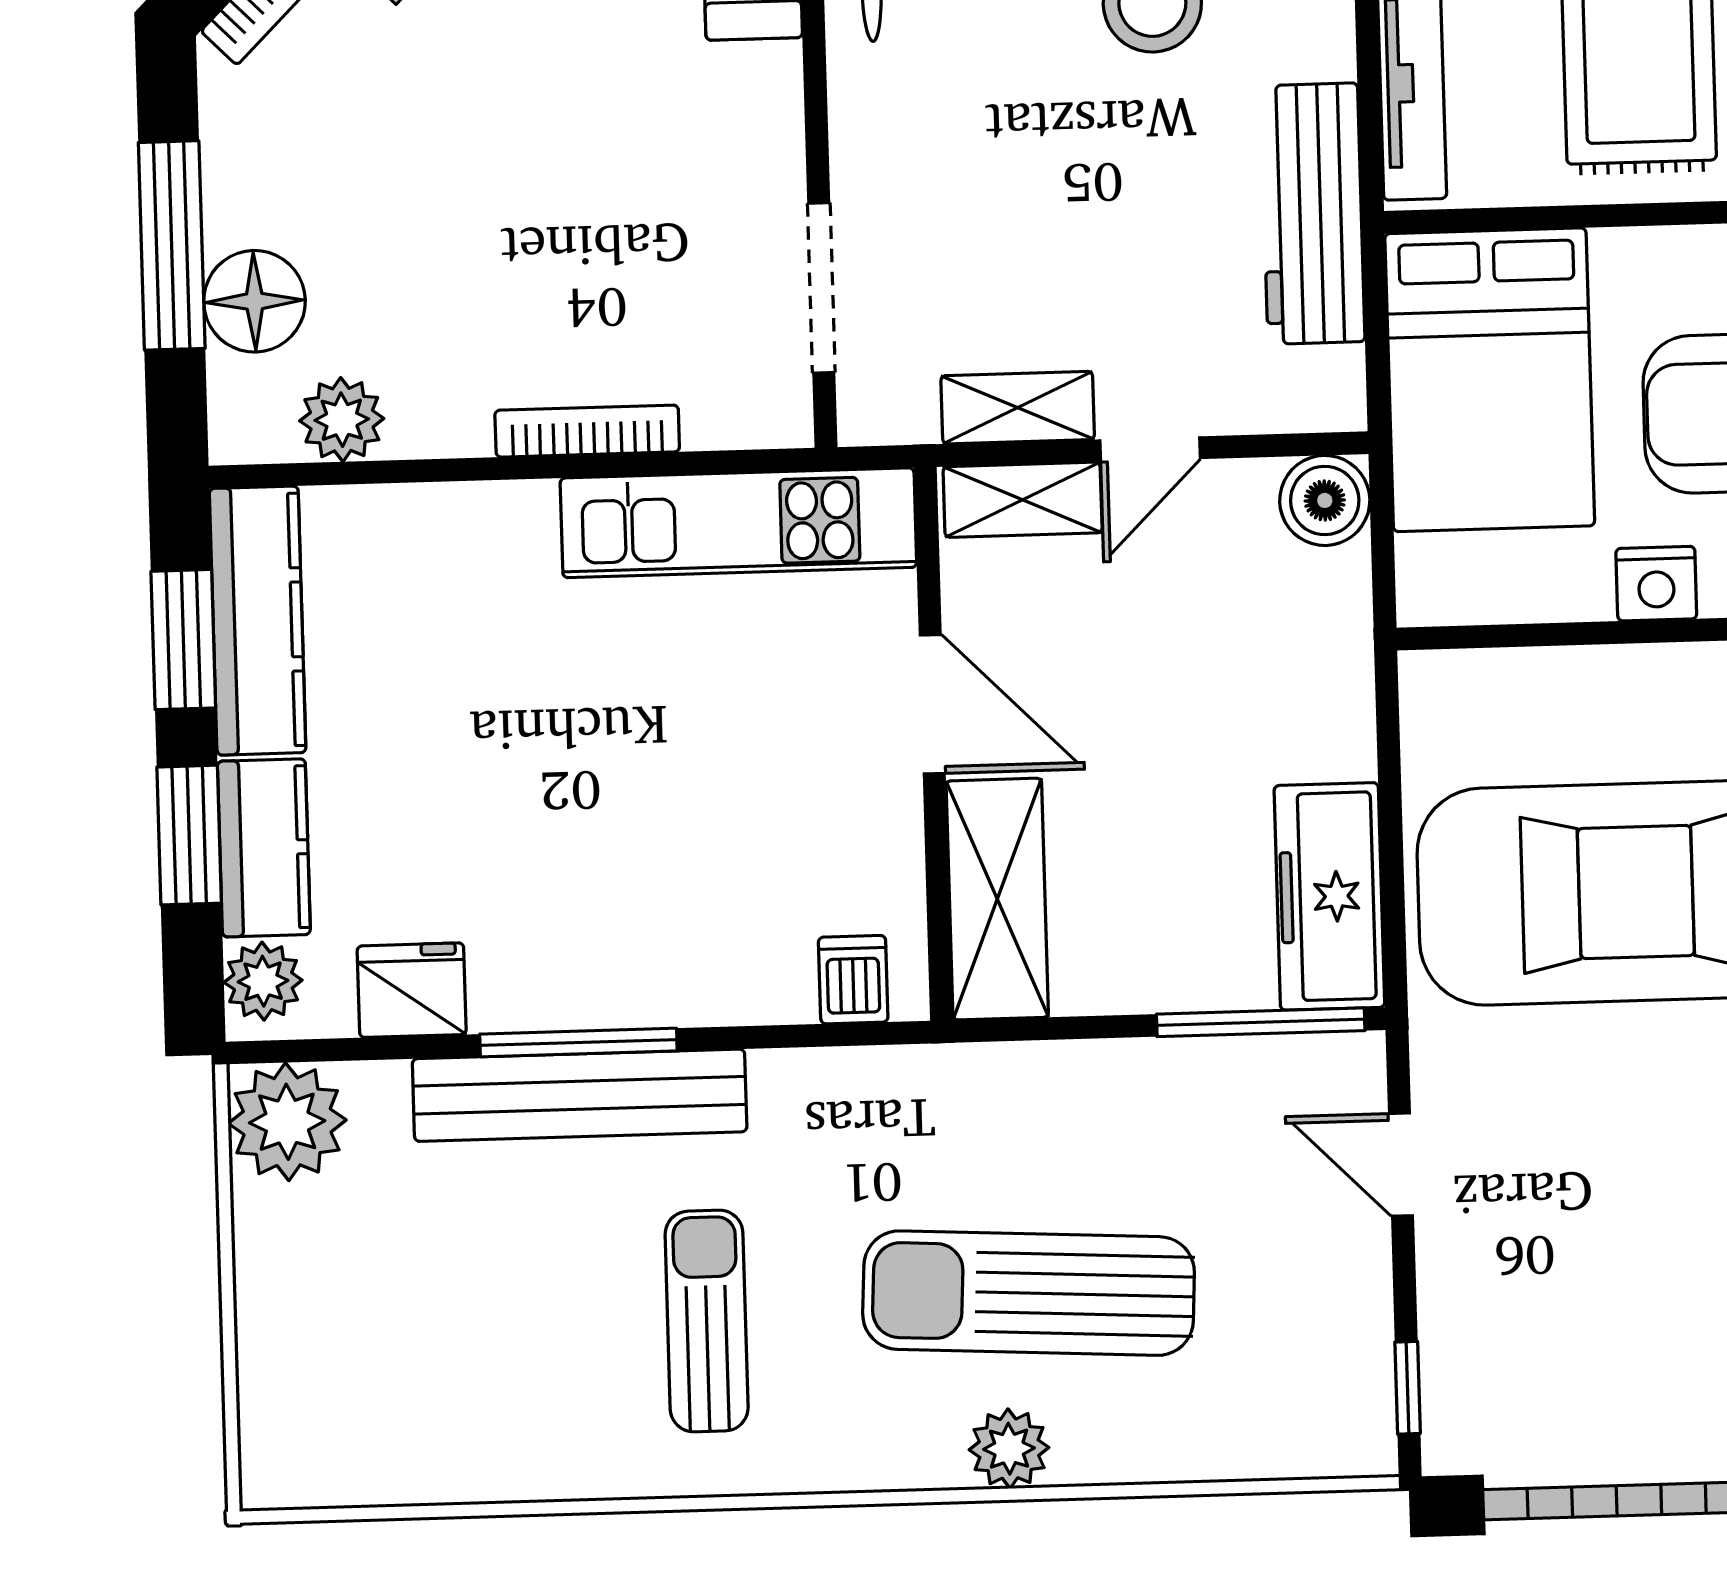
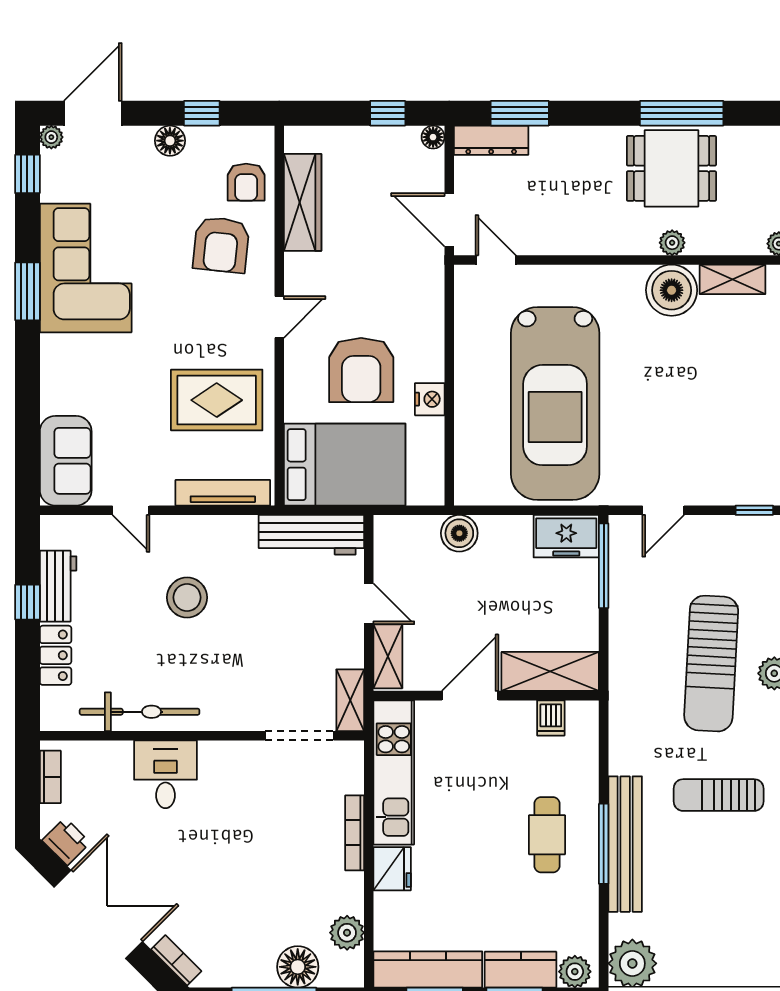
workbench: (1313, 214) -> (311, 535), moved
shelving: (1018, 408) -> (350, 700), moved
boiler: (1325, 500) -> (459, 533), moved
freezer: (1329, 896) -> (566, 536), width x0.71
cafe table: (597, 903) -> (547, 835), added
dishwasher: (853, 980) -> (551, 718), moved, turned -90
fridge: (412, 990) -> (392, 869), moved, turned 180

